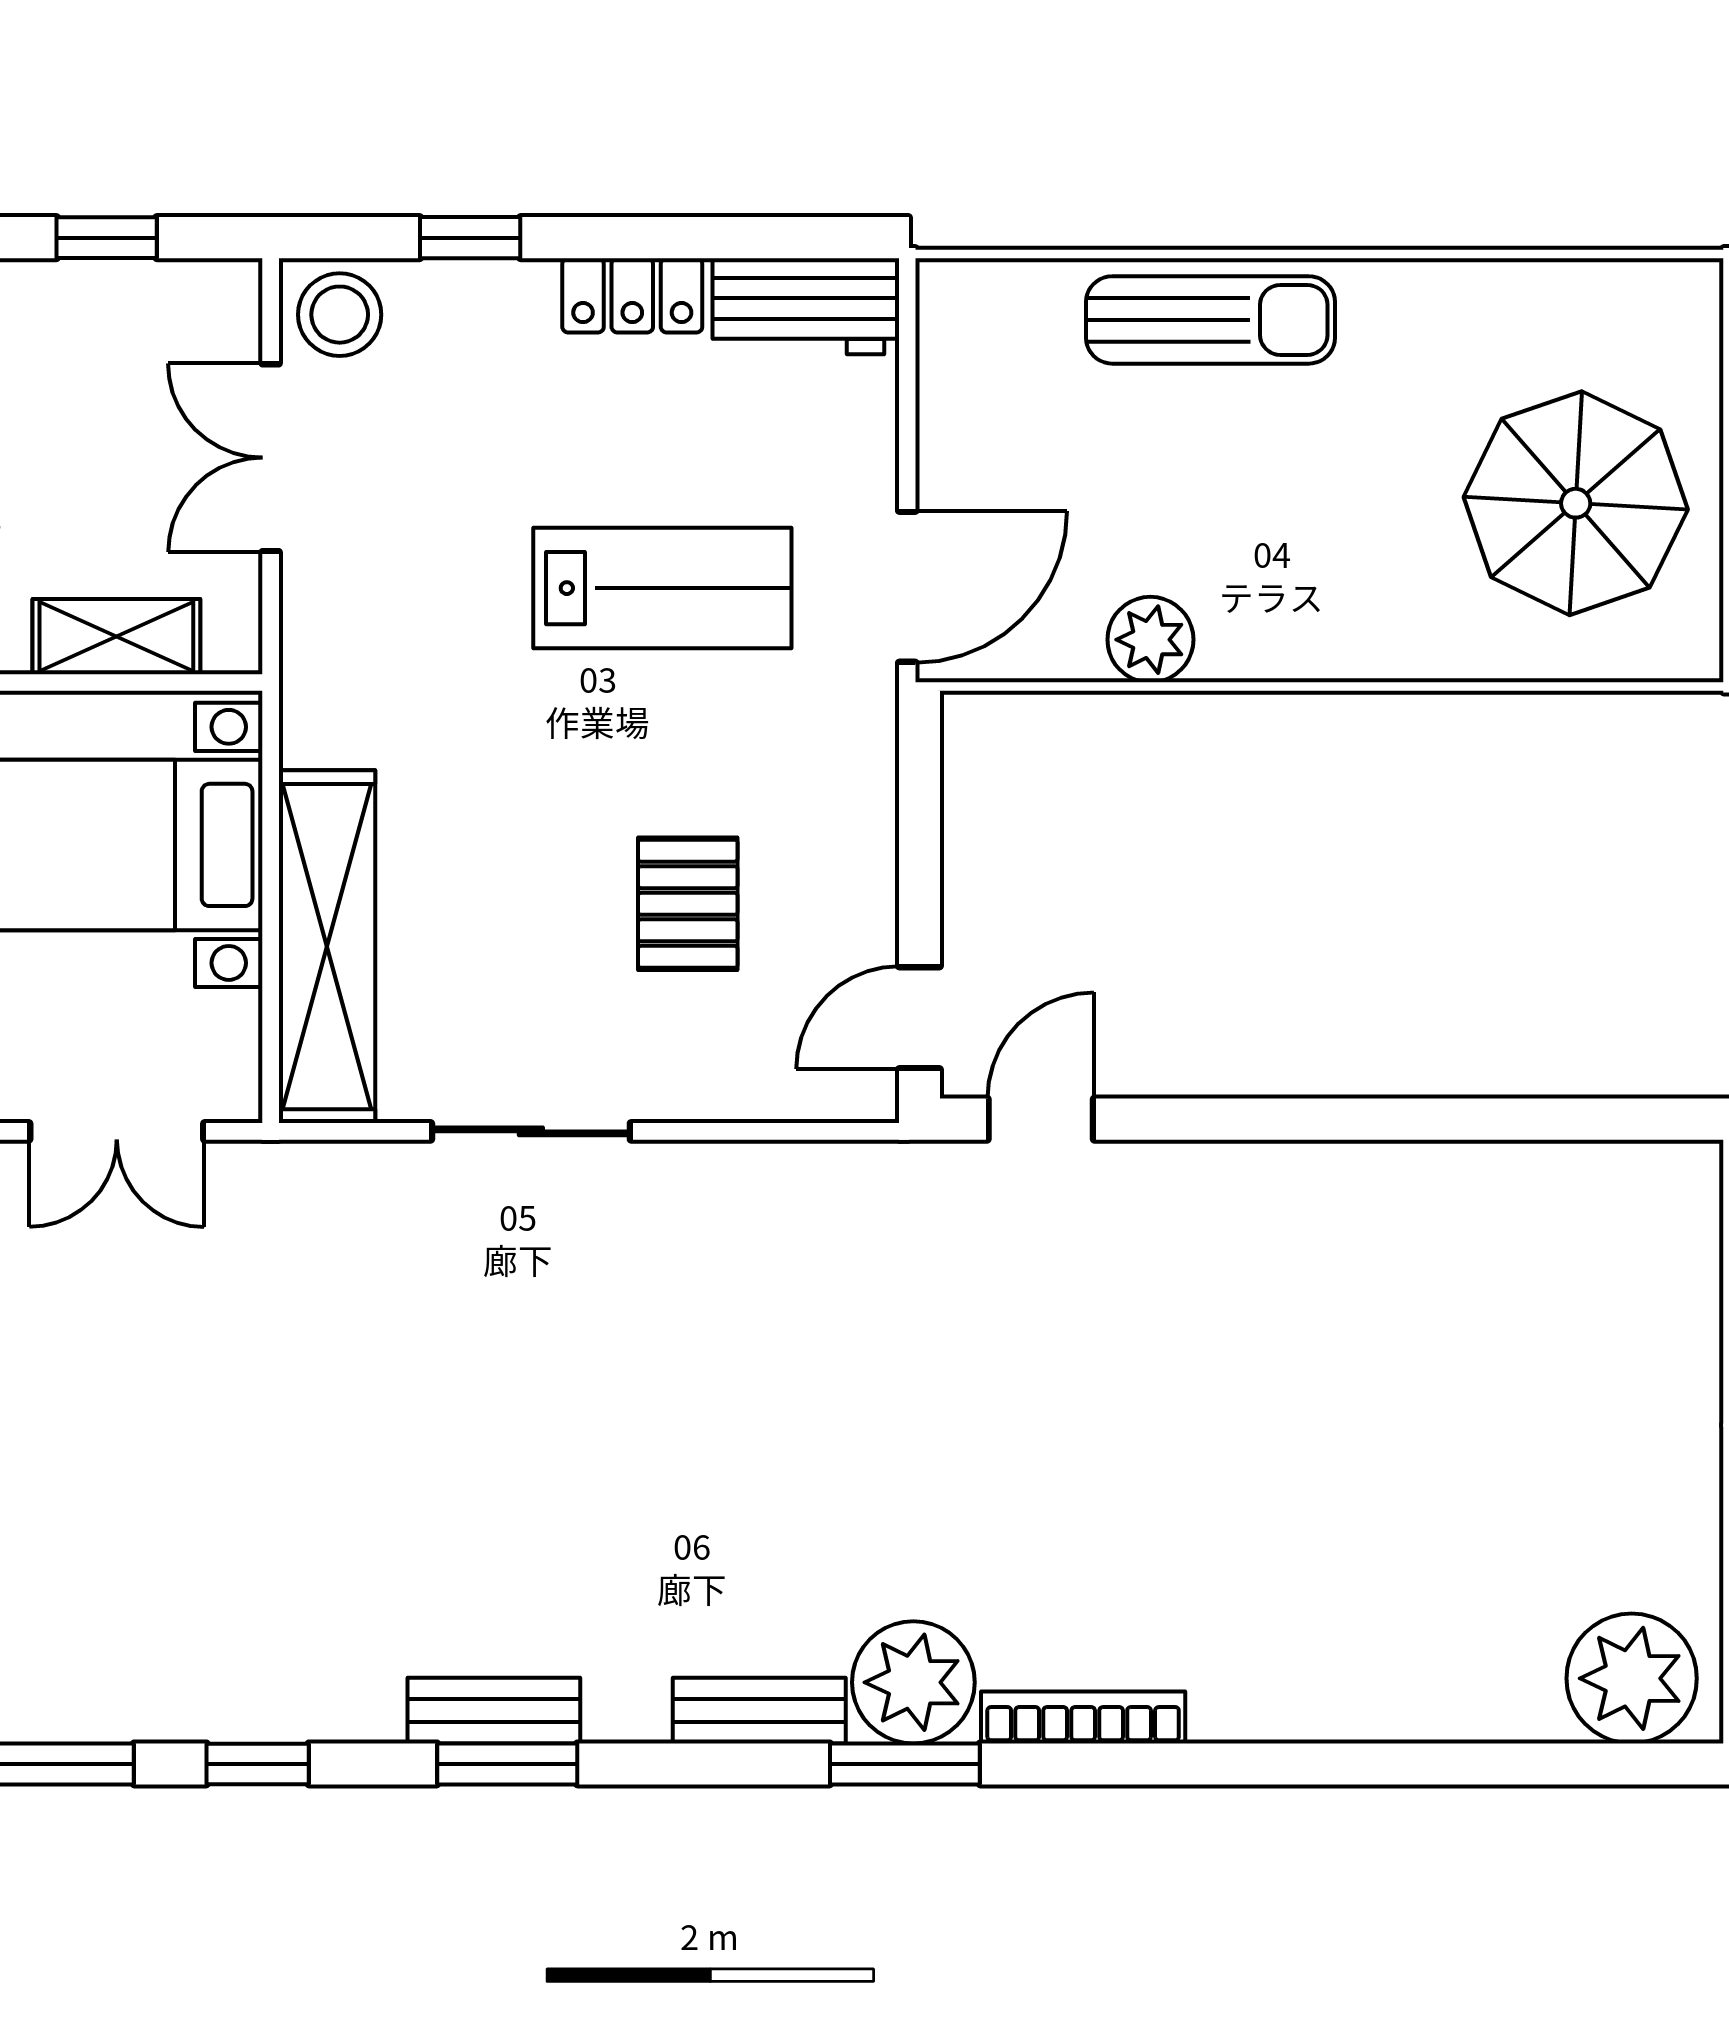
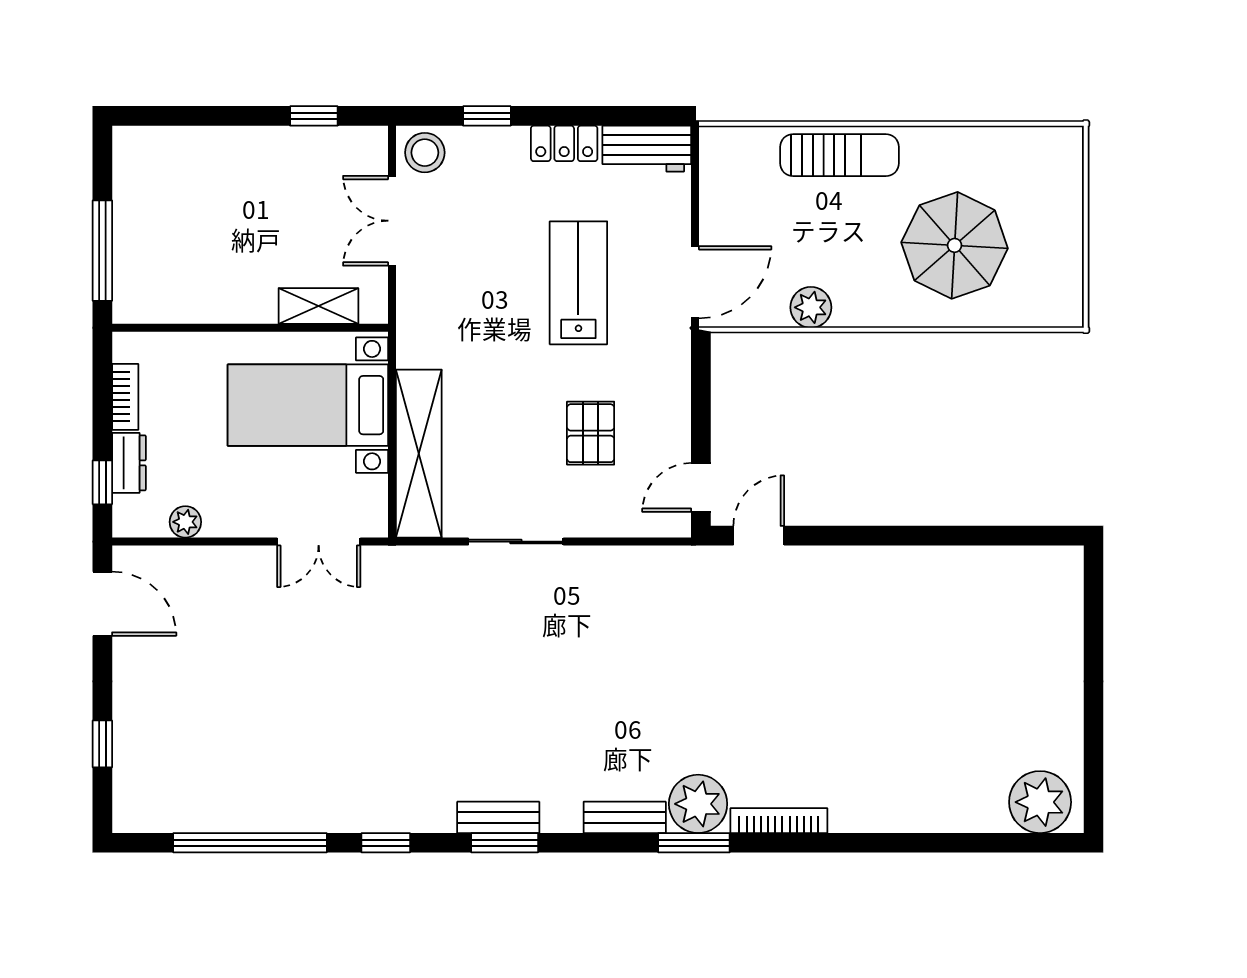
parasol: (1576, 503) -> (955, 245), moved
lab bench: (662, 588) -> (578, 283), turned -90

